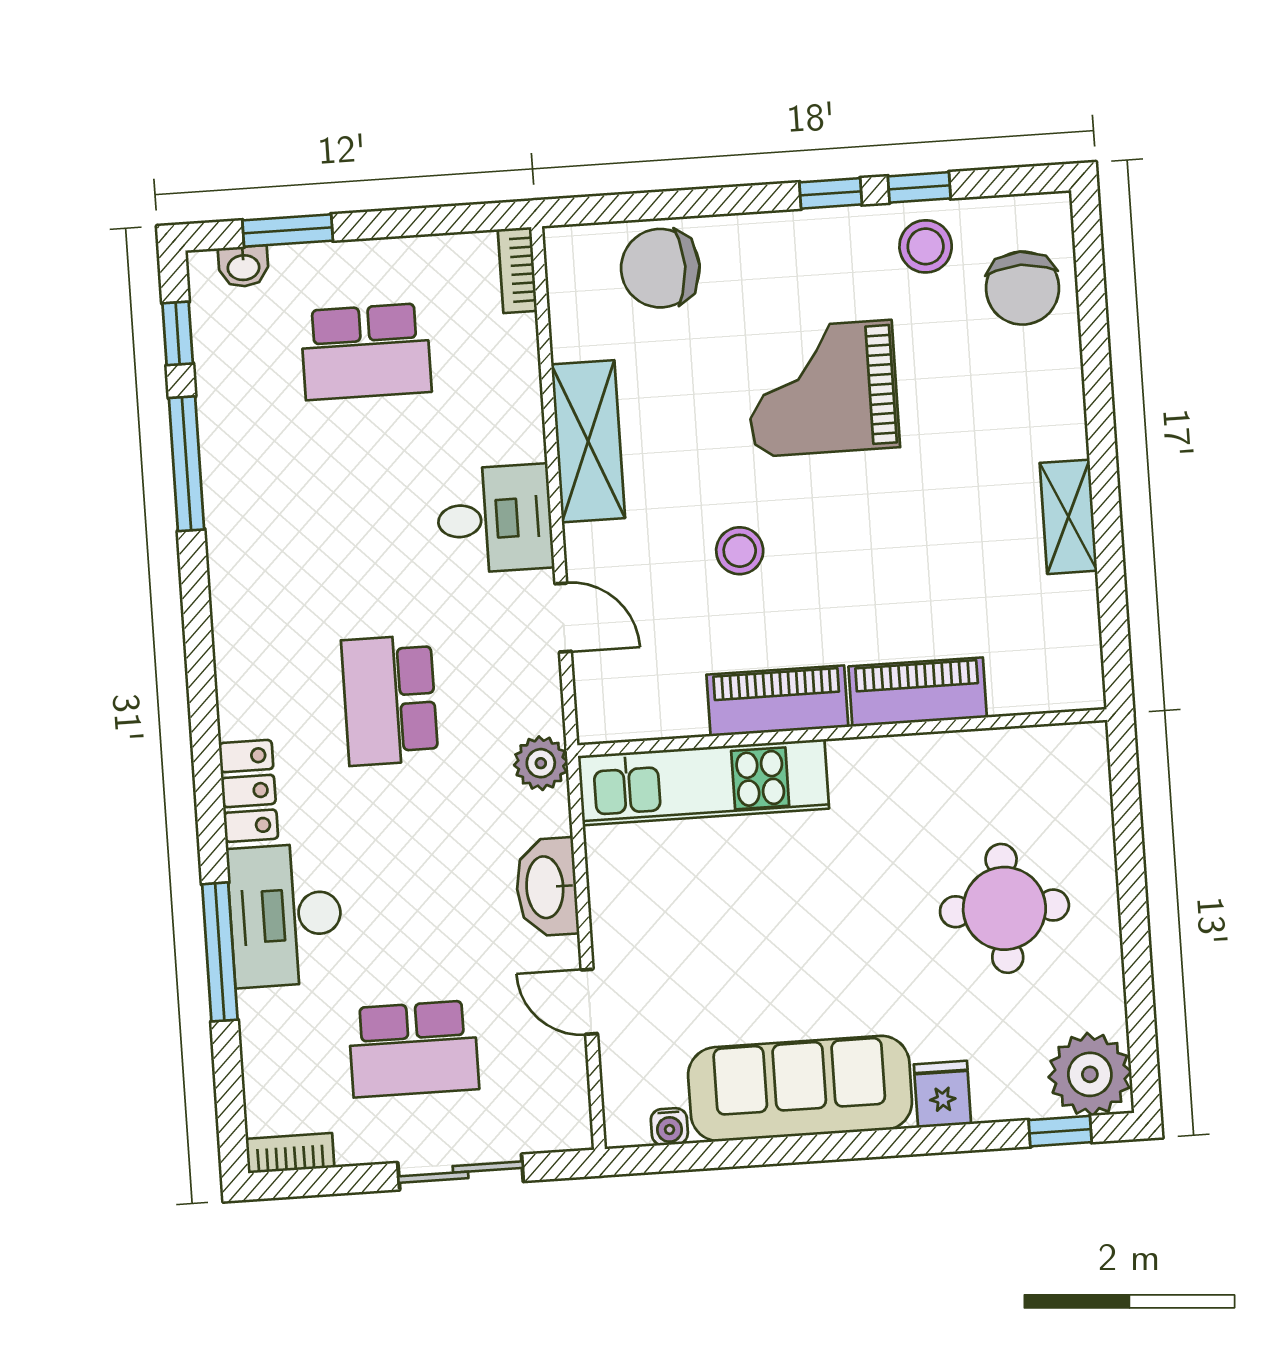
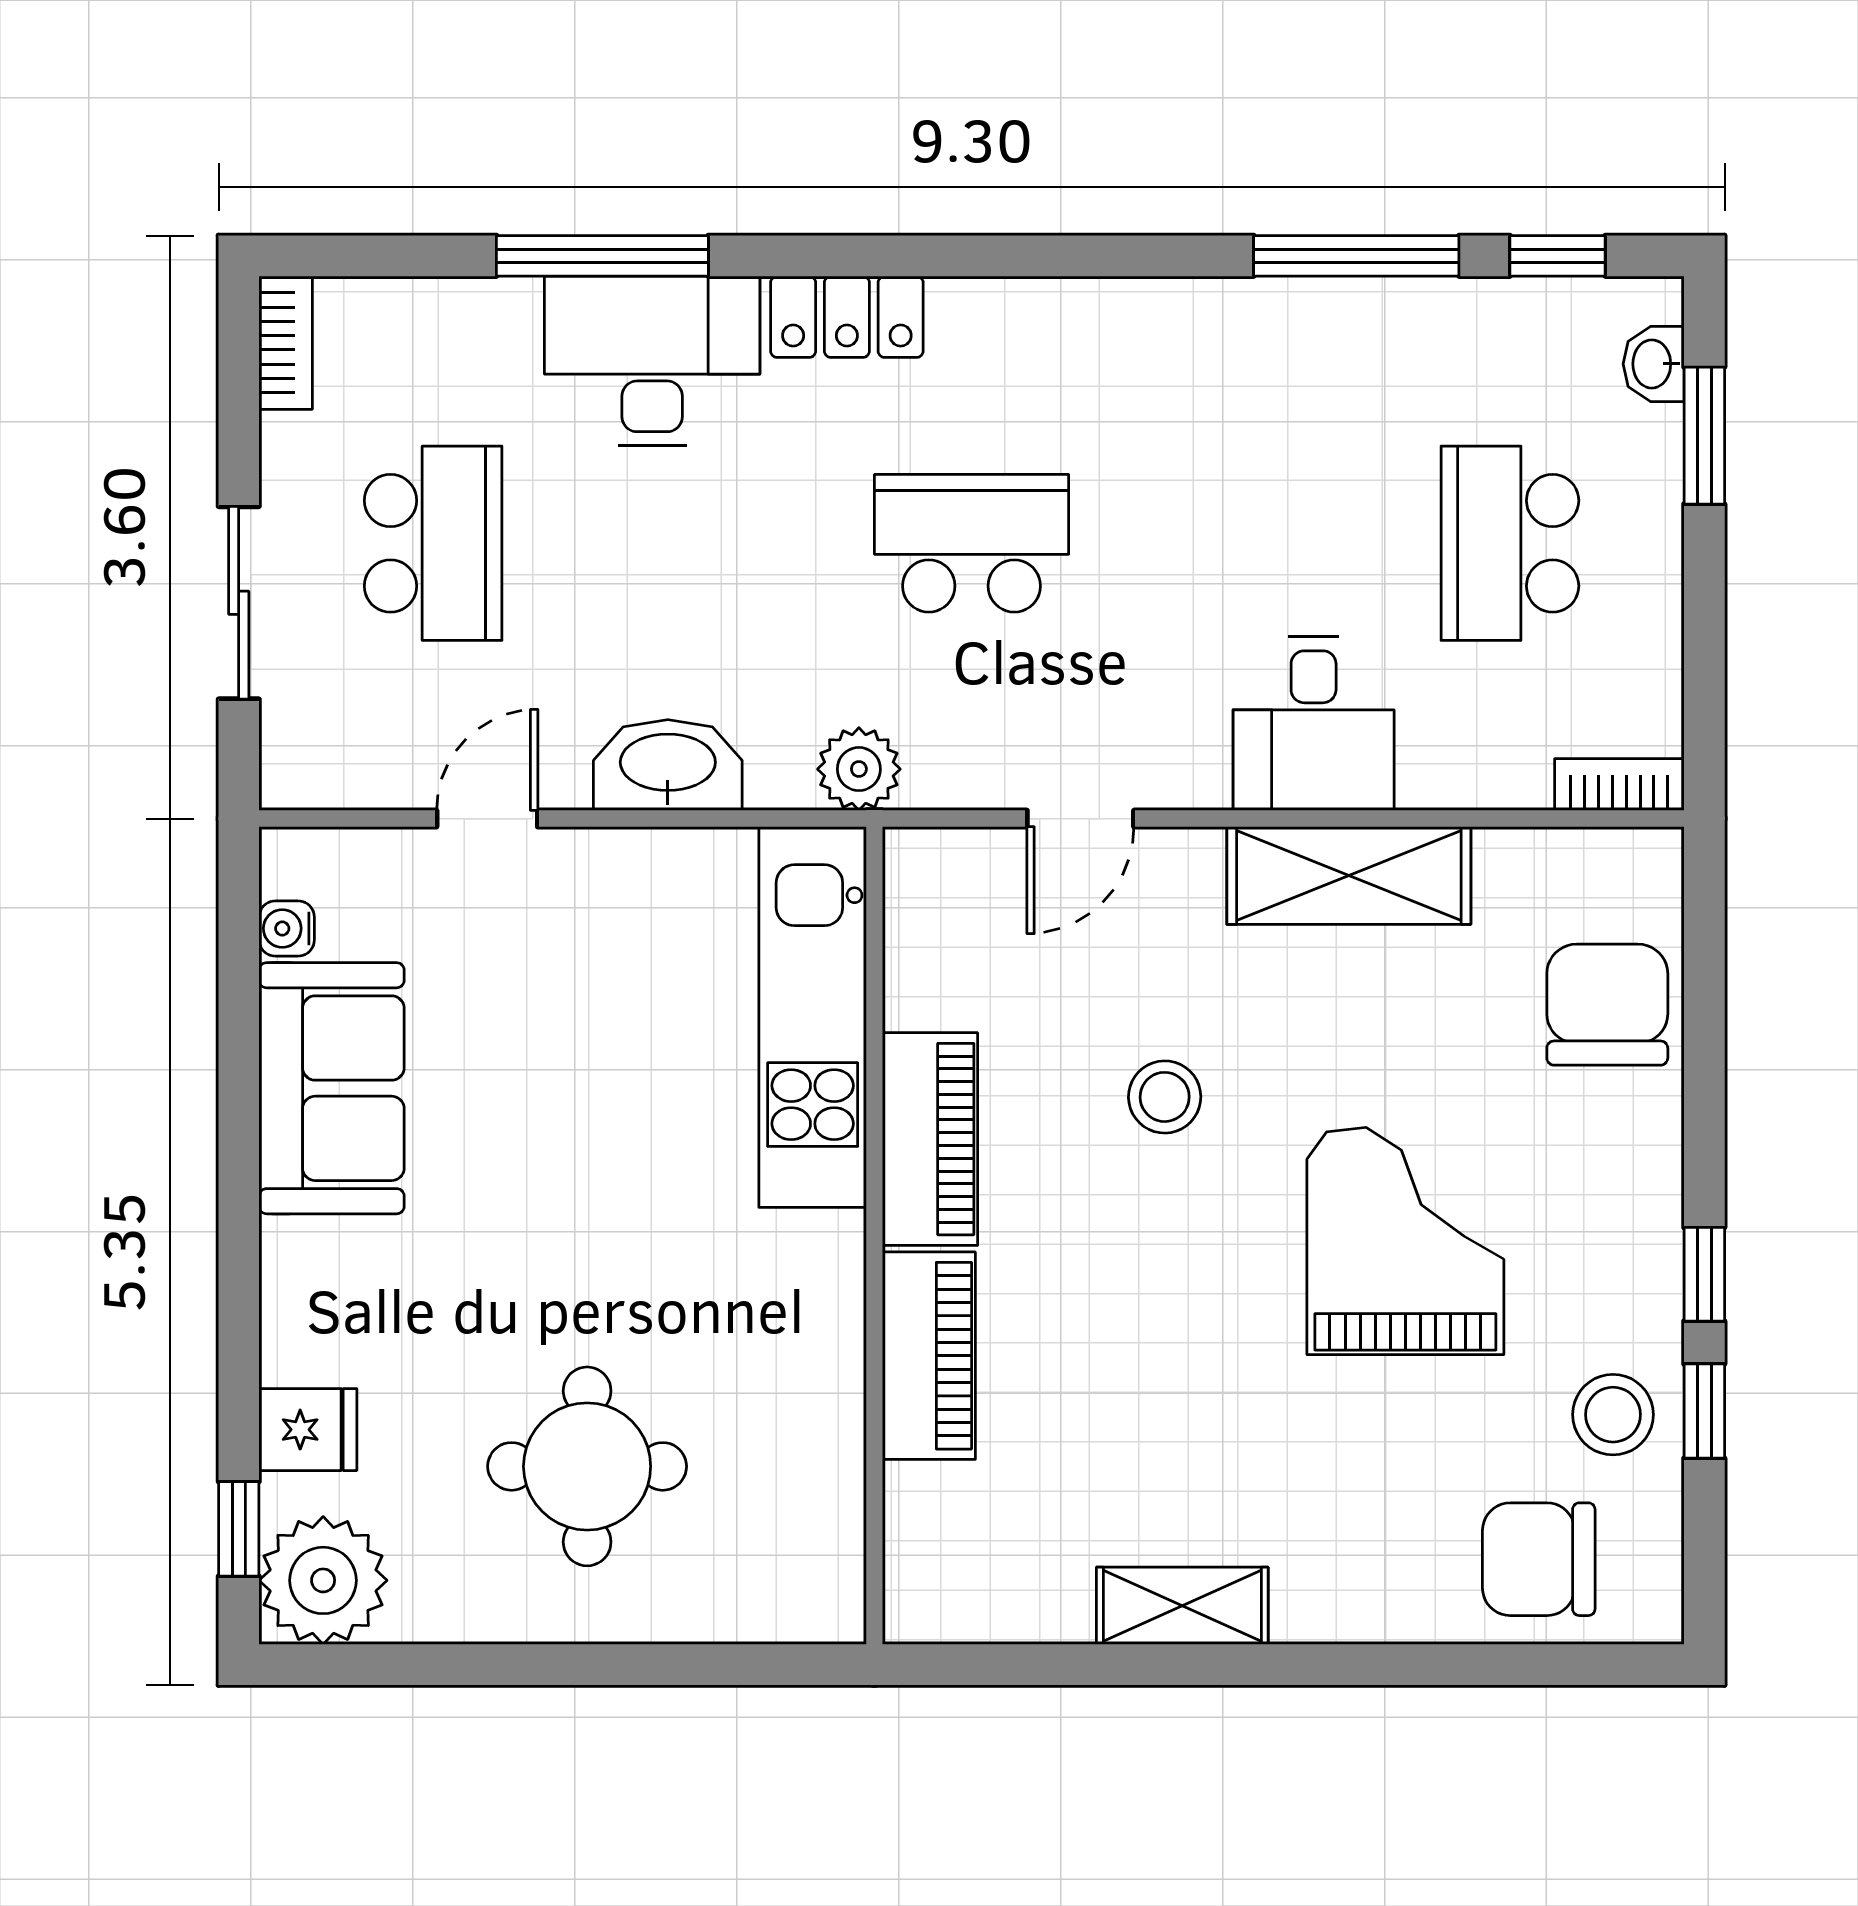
desk: (495, 519) -> (1314, 724), moved
school desk: (413, 1049) -> (433, 543), turned 180
sofa: (800, 1089) -> (332, 1088), width x0.73
fridge: (943, 1094) -> (308, 1430), moved

